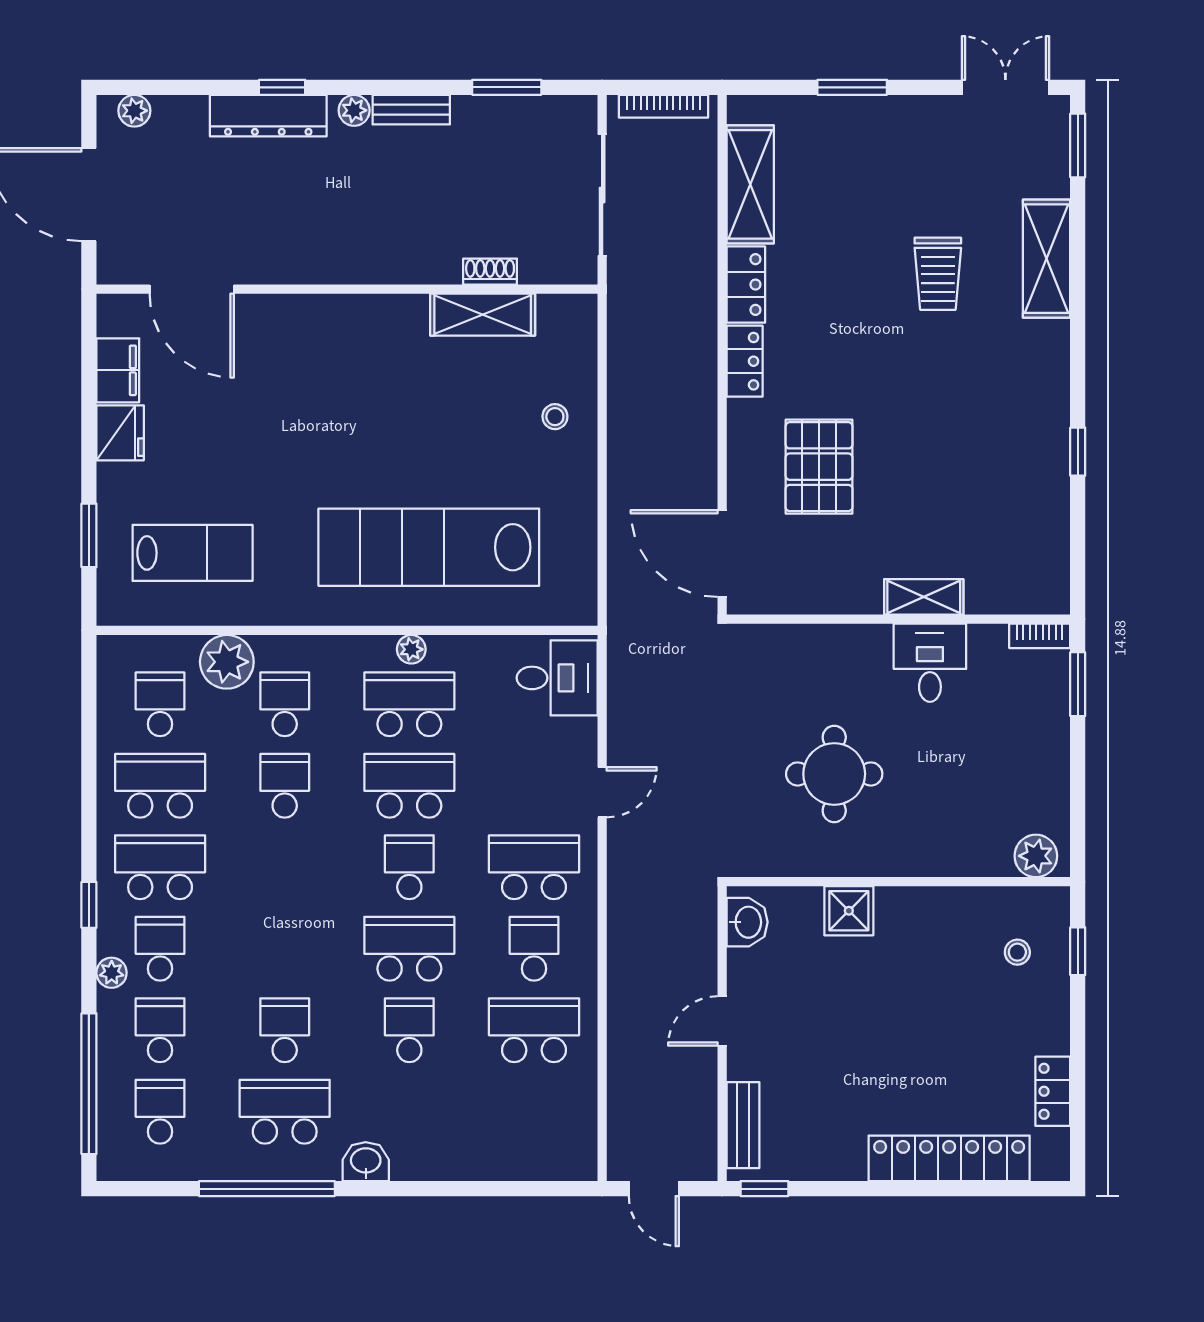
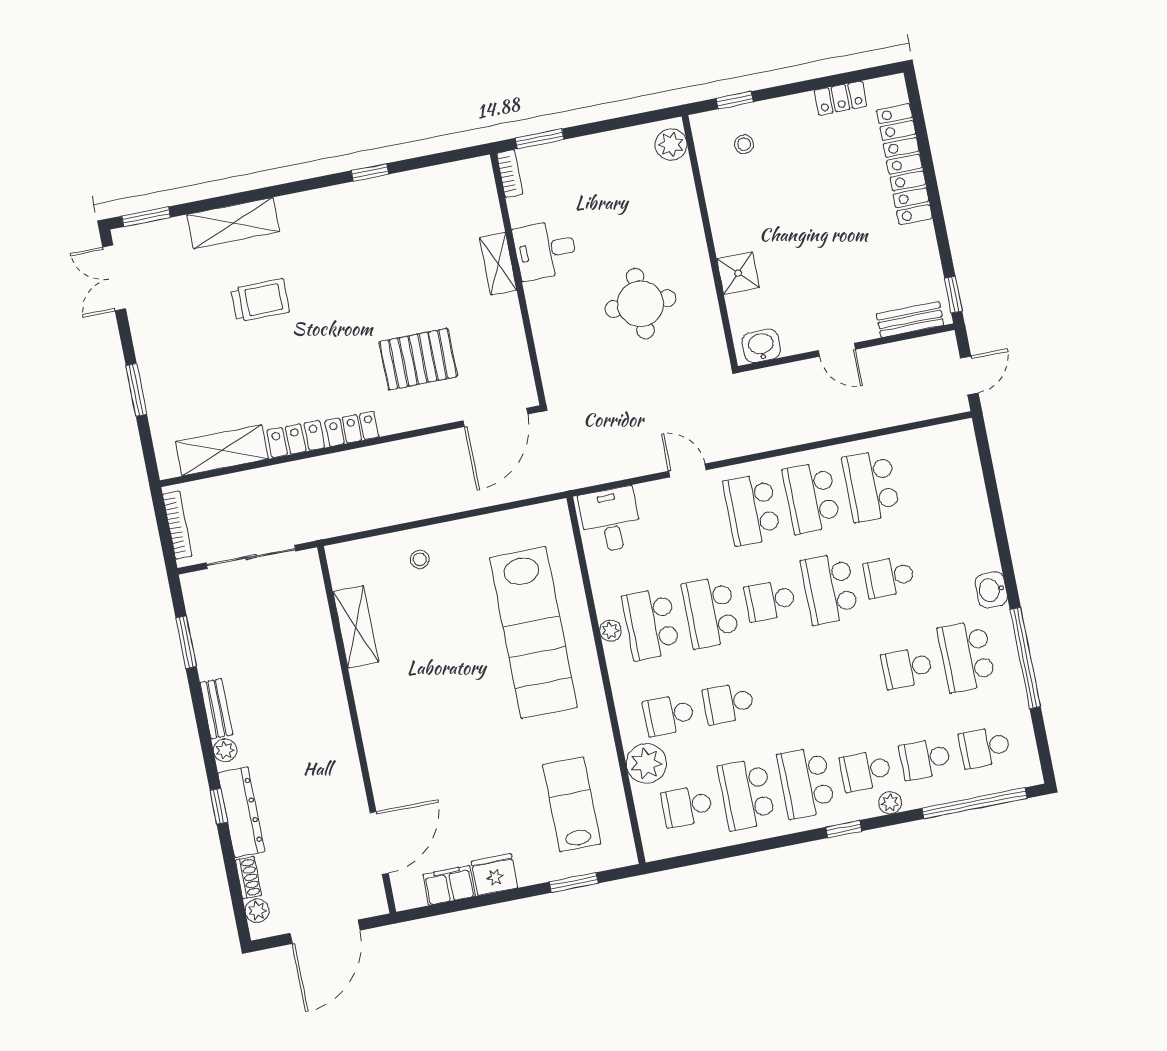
shoe rack: (490, 272) -> (248, 878), moved, turned 180
school desk: (534, 949) -> (811, 498), width x1.85

